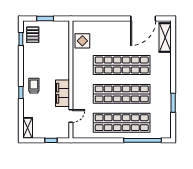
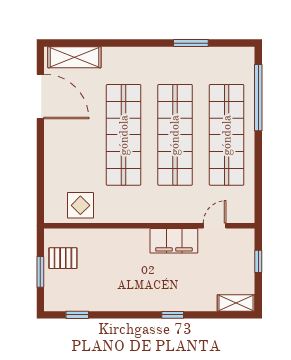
pallet: (33, 35) -> (63, 258), moved
trolley: (34, 86) -> (160, 292), removed
door: (71, 116) -> (215, 226), hinge flipped

